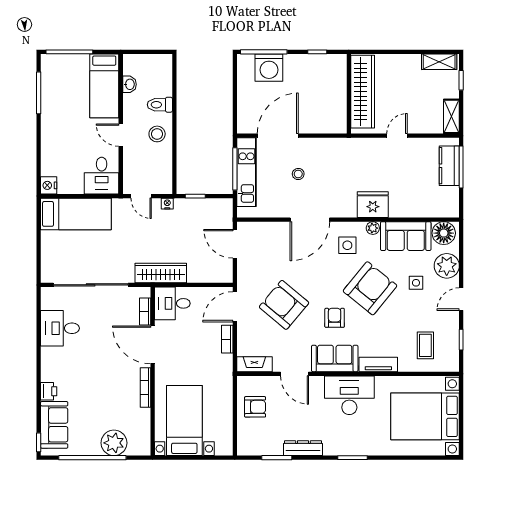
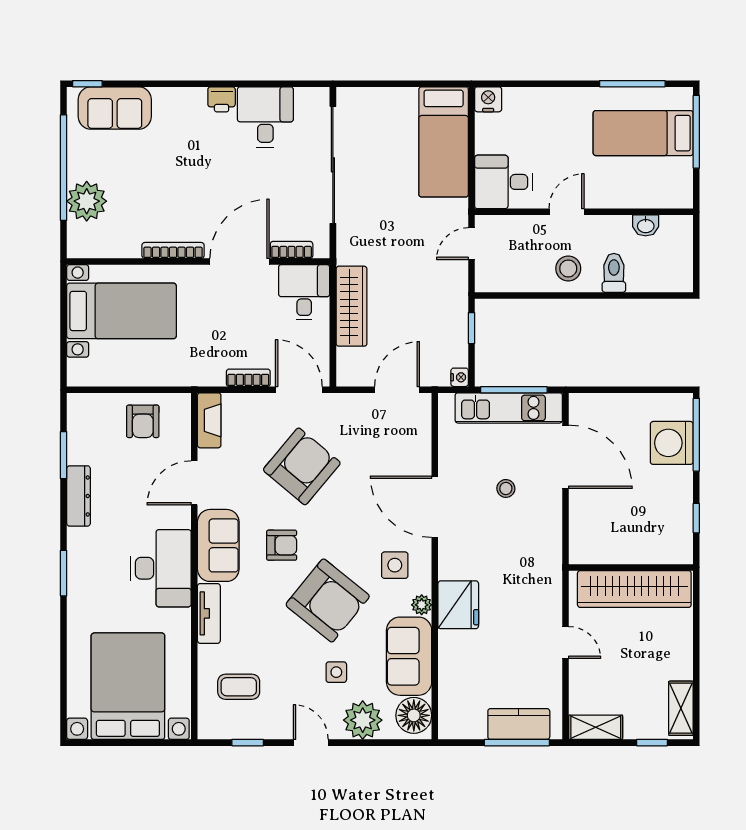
bed: (104, 86) -> (643, 133), moved
nightstand: (167, 204) -> (460, 377), moved
wardrobe: (161, 273) -> (351, 306), moved
printer: (49, 391) -> (222, 99), moved

